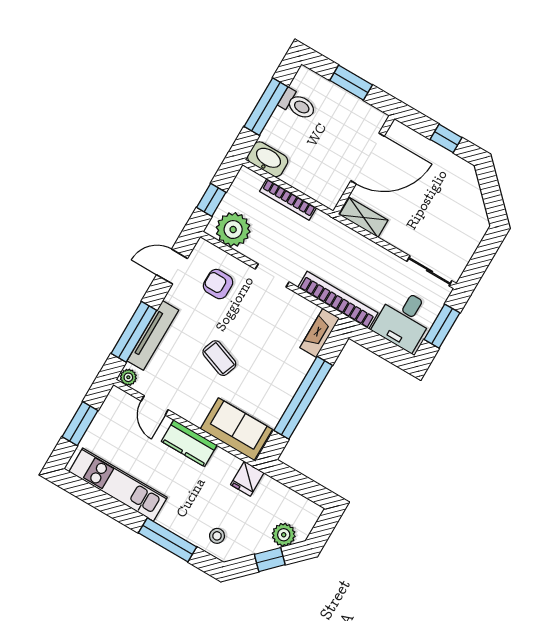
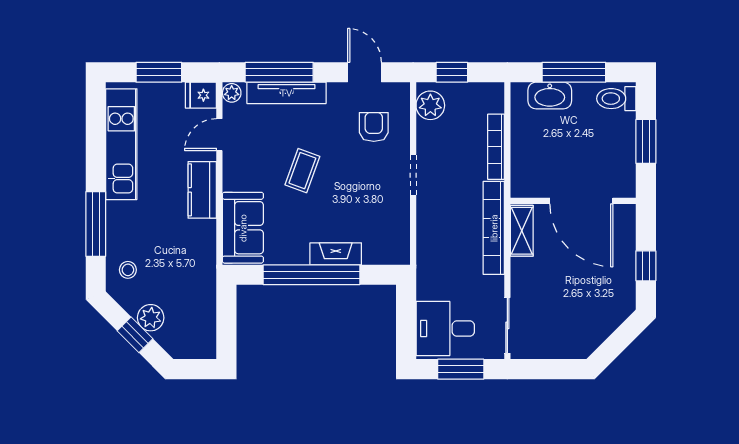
toilet: (298, 105) -> (616, 99), moved, turned 90
washbasin: (268, 159) -> (550, 96), moved, turned 90
plant: (233, 230) -> (430, 105), width x0.73, depth x0.73
bookcase: (338, 300) -> (494, 228), moved, turned 180
fireplace: (320, 333) -> (336, 254), moved
fridge: (247, 479) -> (201, 95), moved
plant: (284, 535) -> (151, 318), moved

